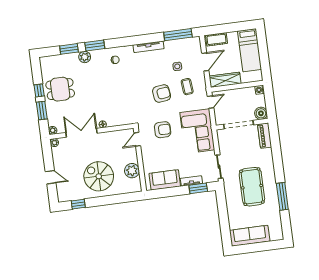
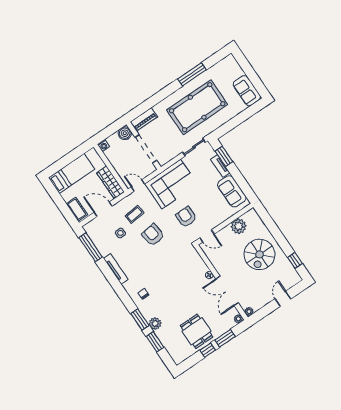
pool table: (252, 187) -> (197, 107), width x1.36, depth x1.32
sofa: (250, 236) -> (247, 91), width x0.73

